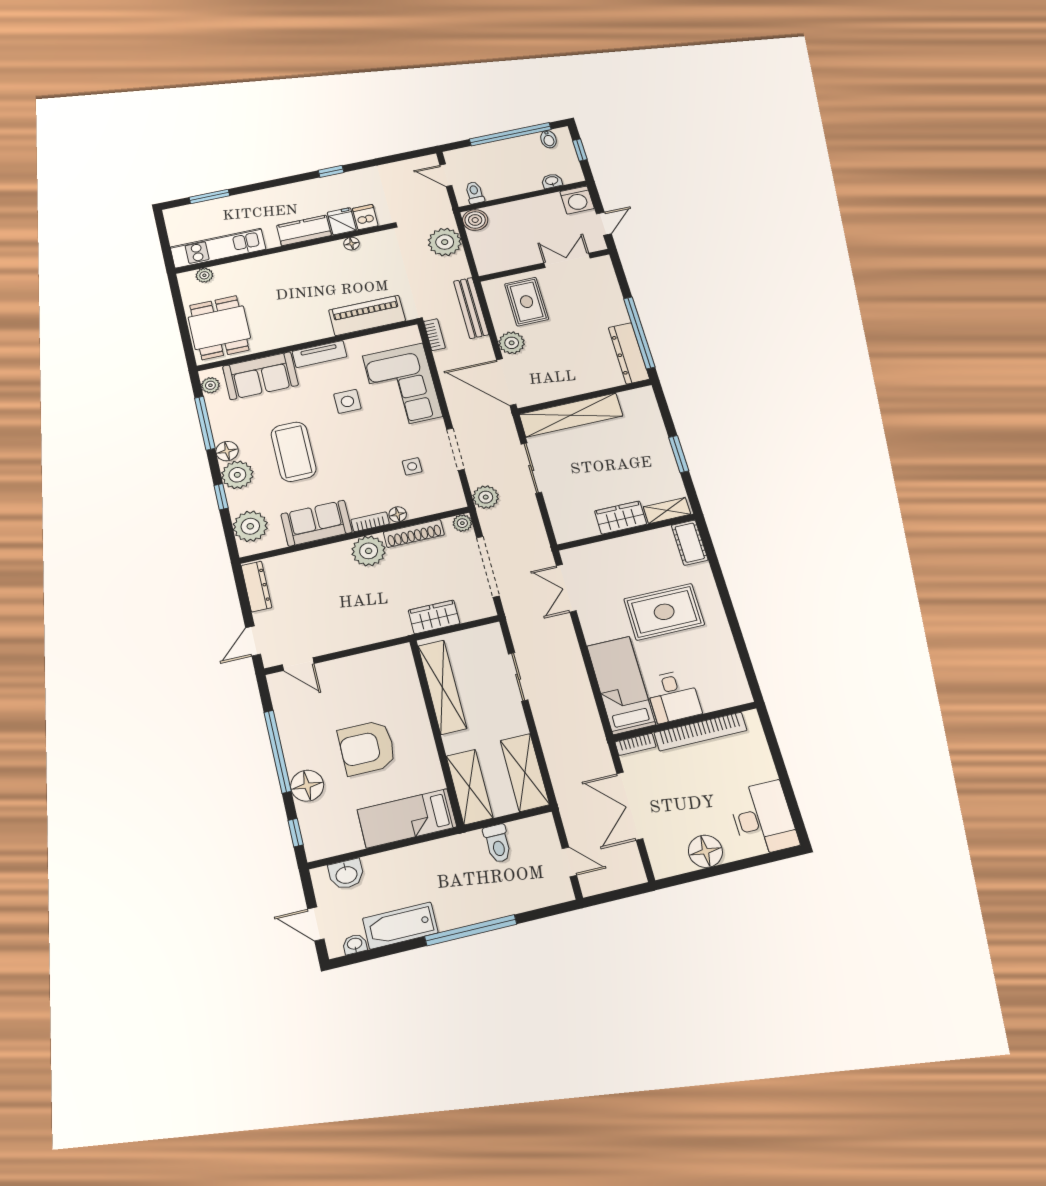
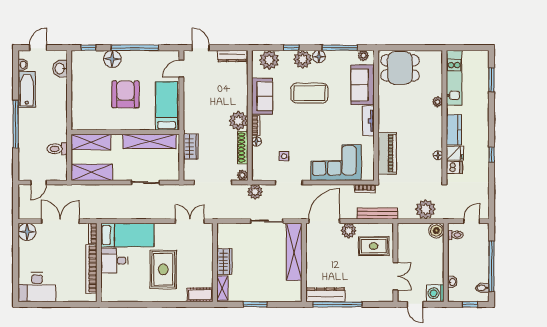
plant: (204, 275) -> (437, 102), moved
side table: (347, 401) -> (334, 130), removed
bed: (407, 818) -> (167, 106), moved
floor lamp: (705, 851) -> (27, 232), moved

